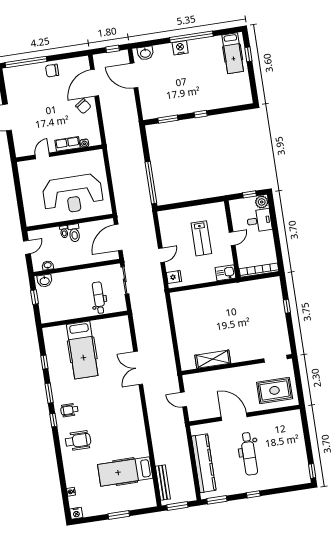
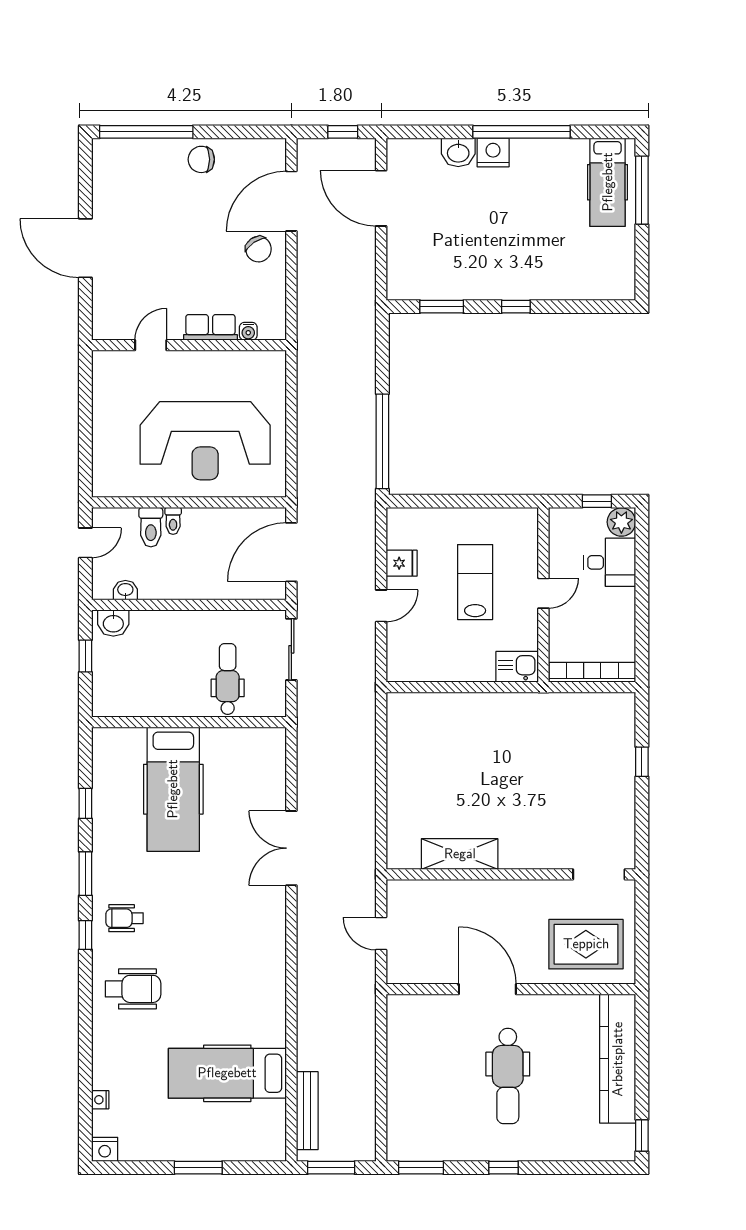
washbasin: (145, 53) -> (458, 152), moved
window: (248, 54) -> (642, 190), width x2.17
toilet: (74, 233) -> (151, 527), moved
lab bench: (201, 238) -> (475, 582), turned 180
fridge: (174, 277) -> (402, 563), moved
kitchen counter: (204, 463) -> (618, 1059), moved, turned 180

